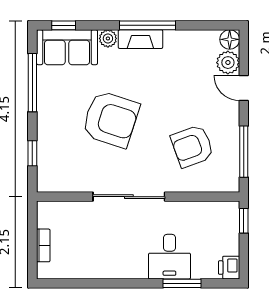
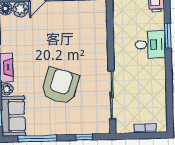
armchair: (192, 146) -> (77, 31), removed
sliding door: (129, 197) -> (112, 95), moved

